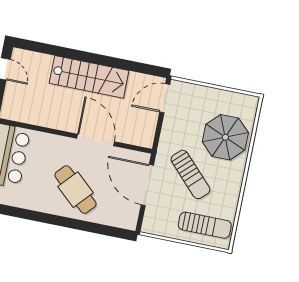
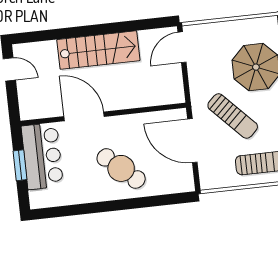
door: (96, 140) -> (84, 116), moved

